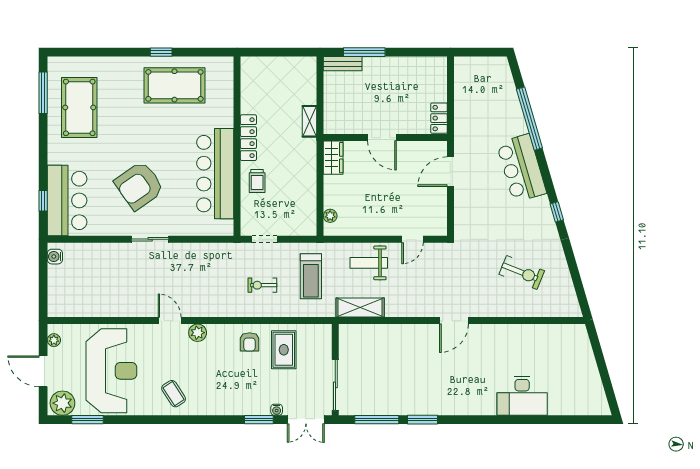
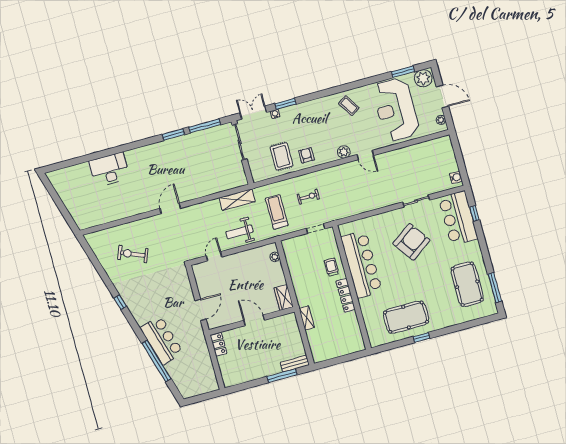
bar counter: (521, 168) -> (162, 340), moved
sliding door: (150, 239) -> (416, 201), moved
weight bench: (369, 263) -> (240, 232), turned 180

